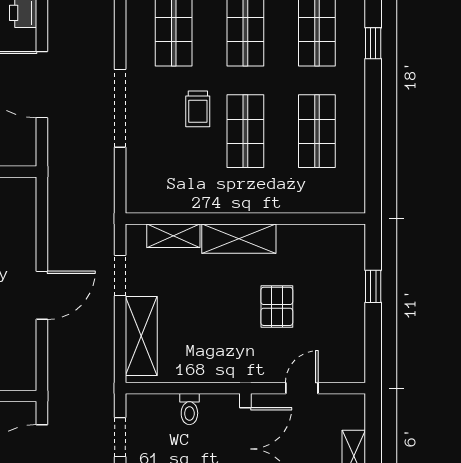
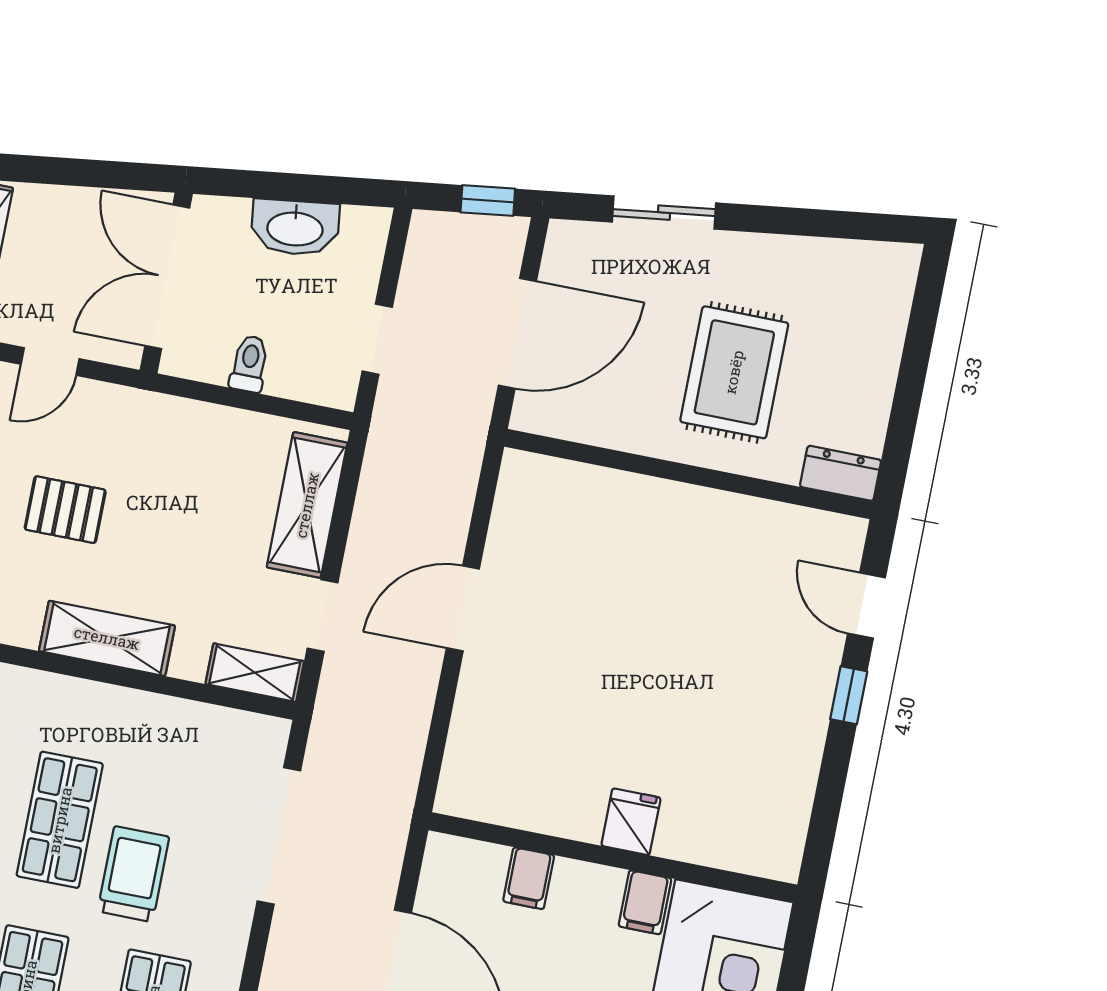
doorway: (120, 108) -> (279, 836), moved
trolley: (198, 109) -> (133, 874), width x1.36, depth x1.39
shelving: (173, 236) -> (255, 673), moved
pallet: (277, 306) -> (65, 510), turned 90

